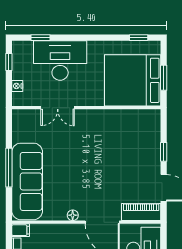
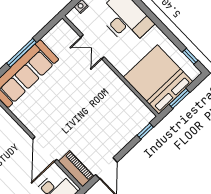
window: (164, 152) -> (145, 131), moved
floor lamp: (73, 215) -> (30, 125), removed

